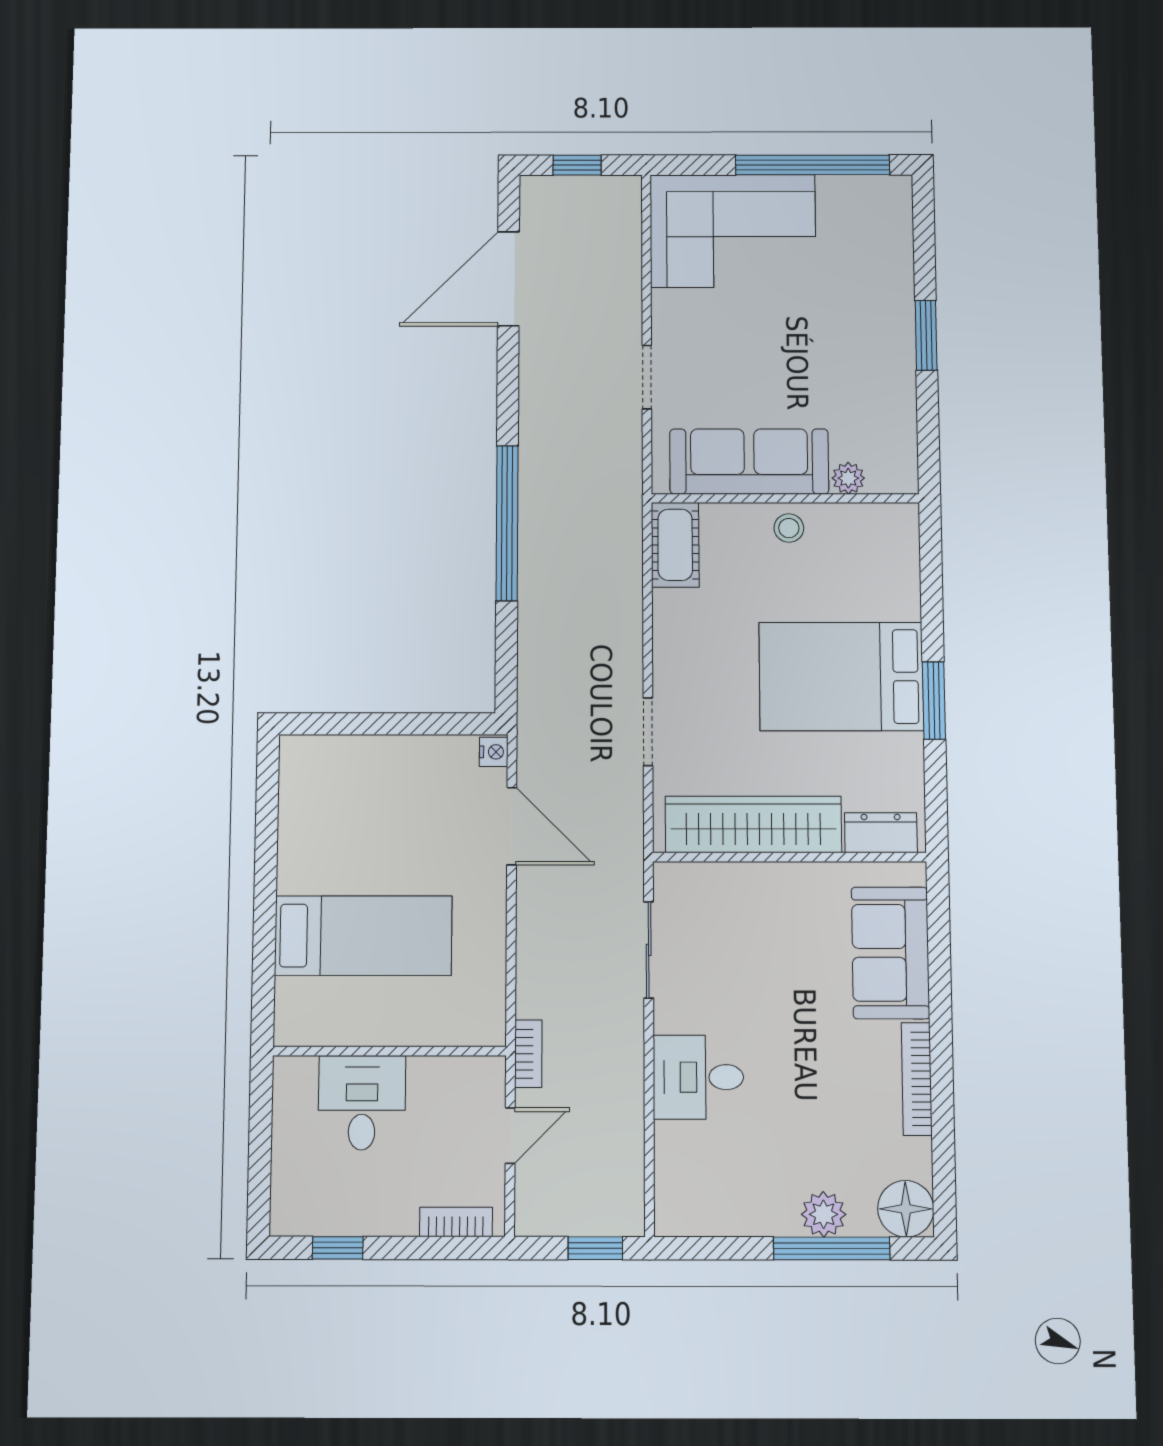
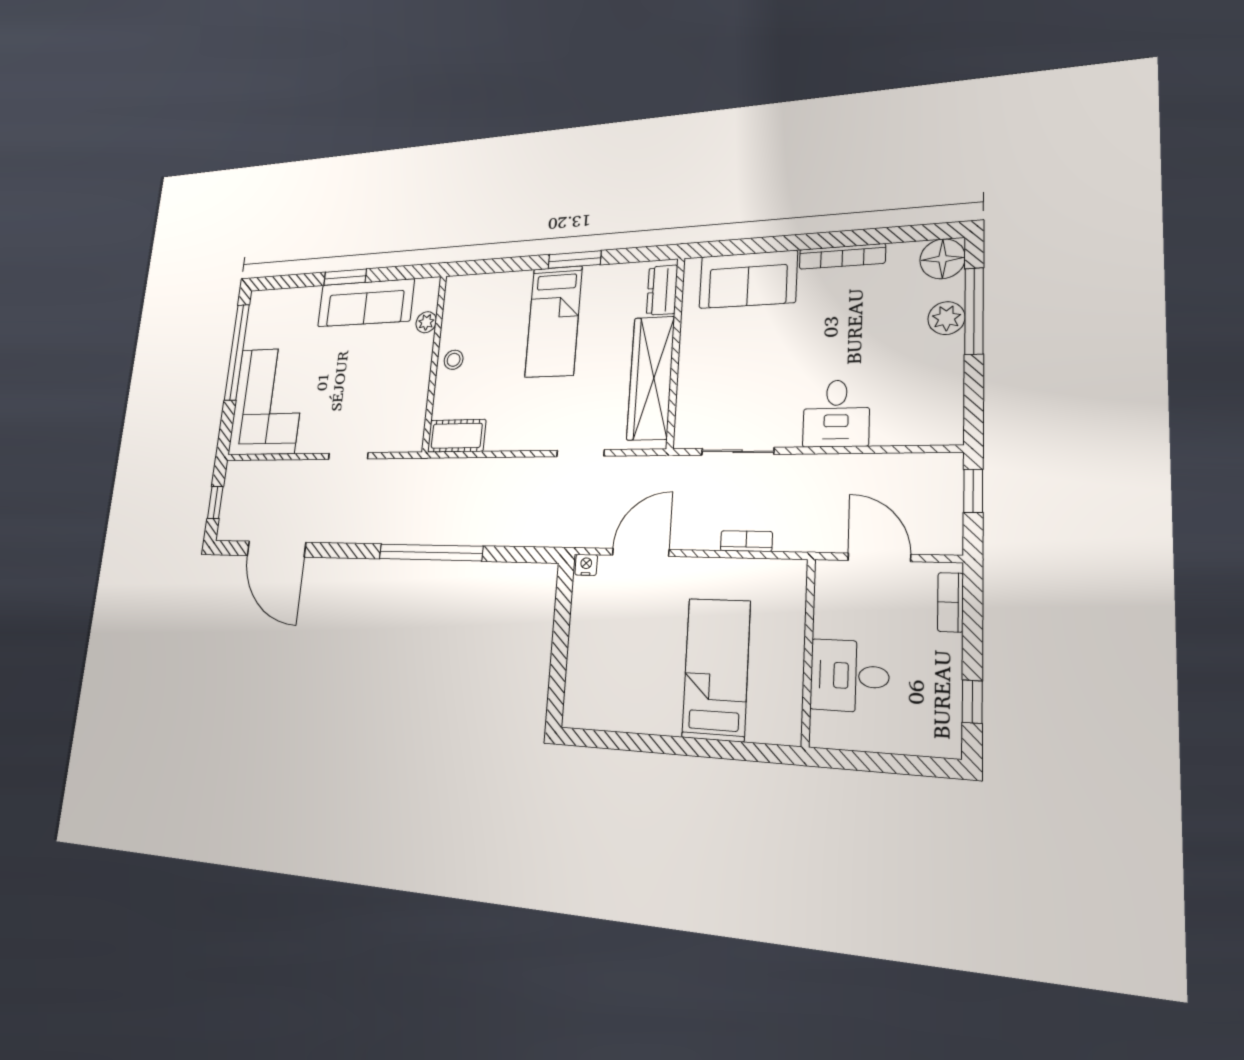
sofa: (749, 461) -> (366, 303), moved, turned -90
bed: (841, 676) -> (554, 321), width x0.67
bookcase: (528, 1054) -> (746, 541), moved
door: (510, 1136) -> (879, 557), width x1.38

